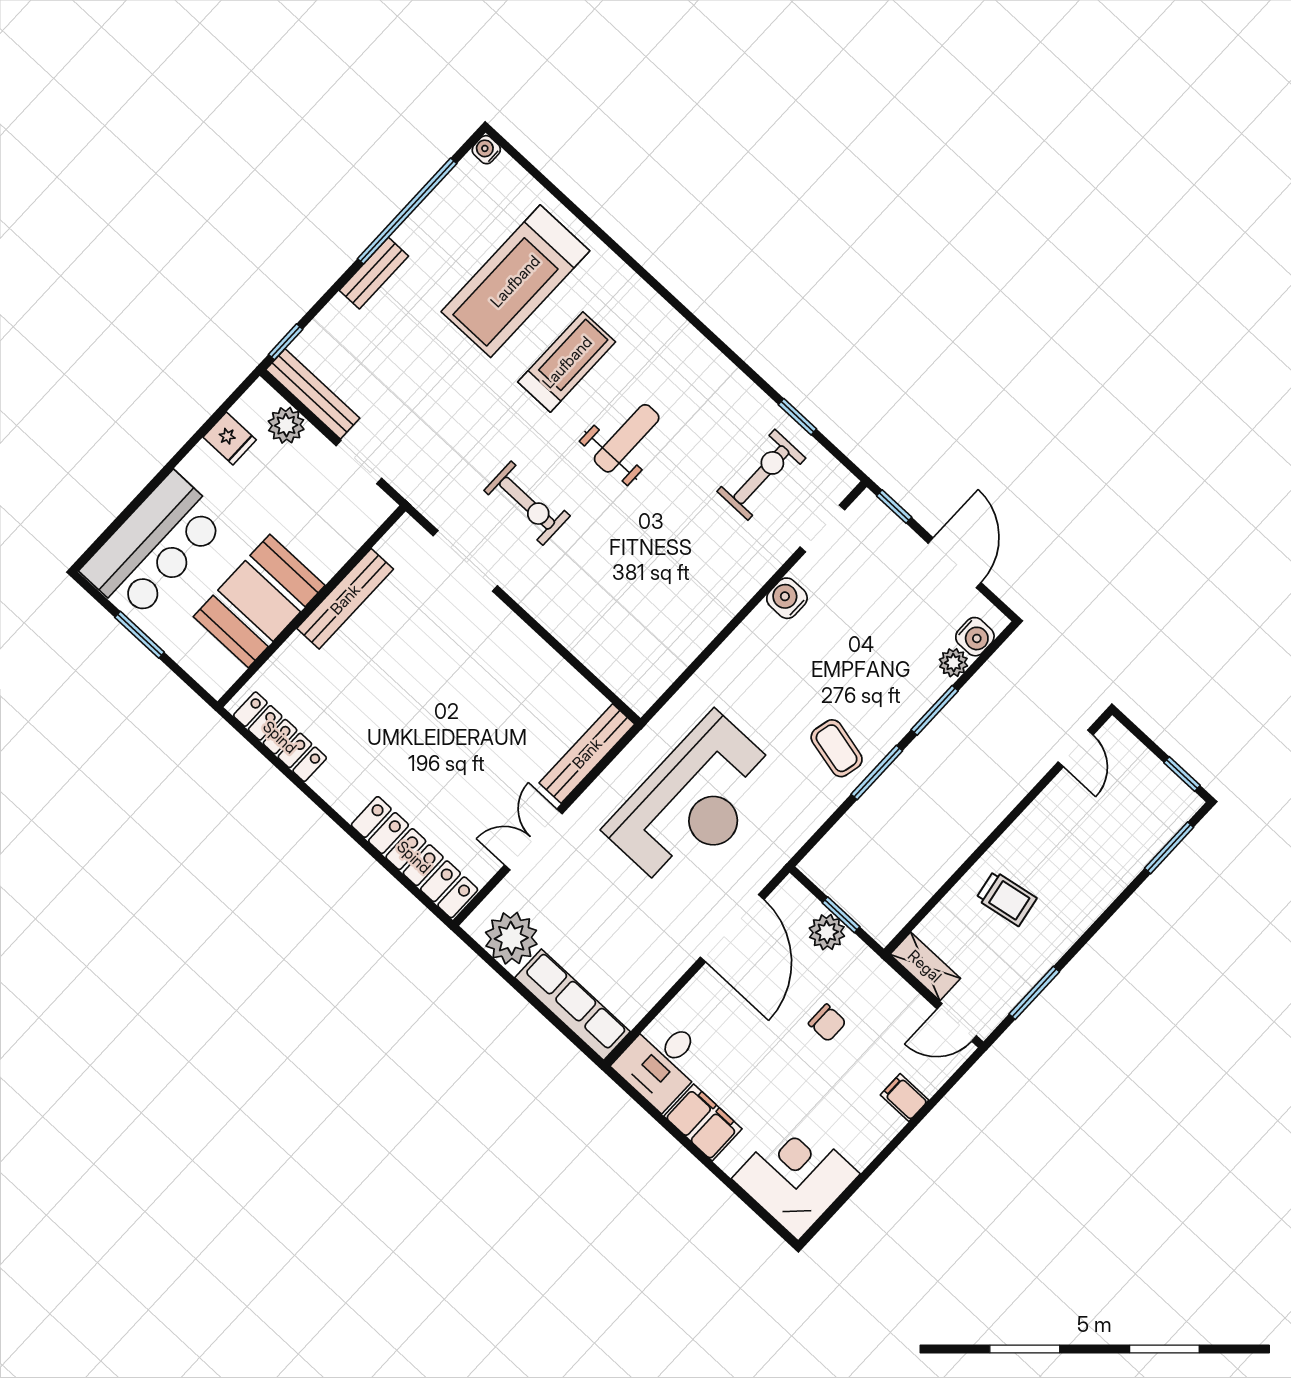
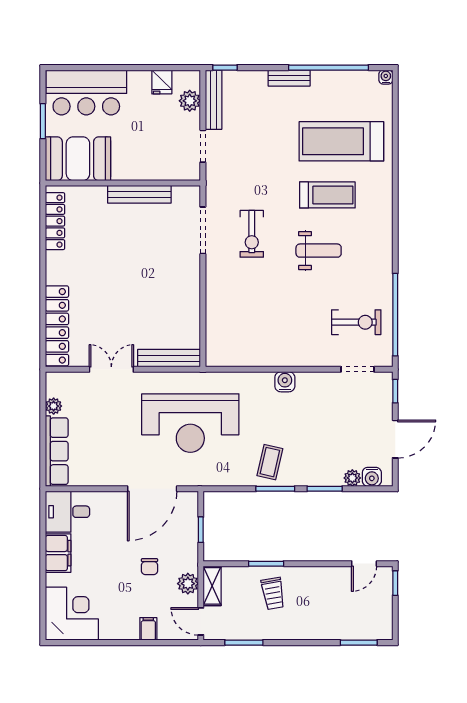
window: (797, 417) -> (395, 315), width x3.17
water cooler: (787, 598) -> (285, 382), moved
booth: (259, 601) -> (78, 159), moved
window: (1182, 774) -> (395, 583), moved
window: (961, 872) -> (266, 564), added
plant: (827, 932) -> (188, 584), moved
plant: (511, 938) -> (54, 406), width x0.53, depth x0.53

